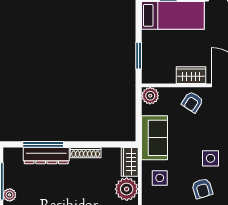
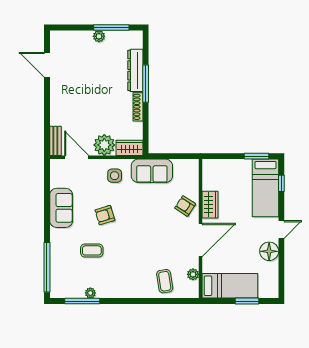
window: (139, 56) -> (257, 156), moved
plant: (150, 96) -> (191, 167), removed
window: (43, 144) -> (146, 84), moved
side table: (210, 158) -> (133, 223), removed

